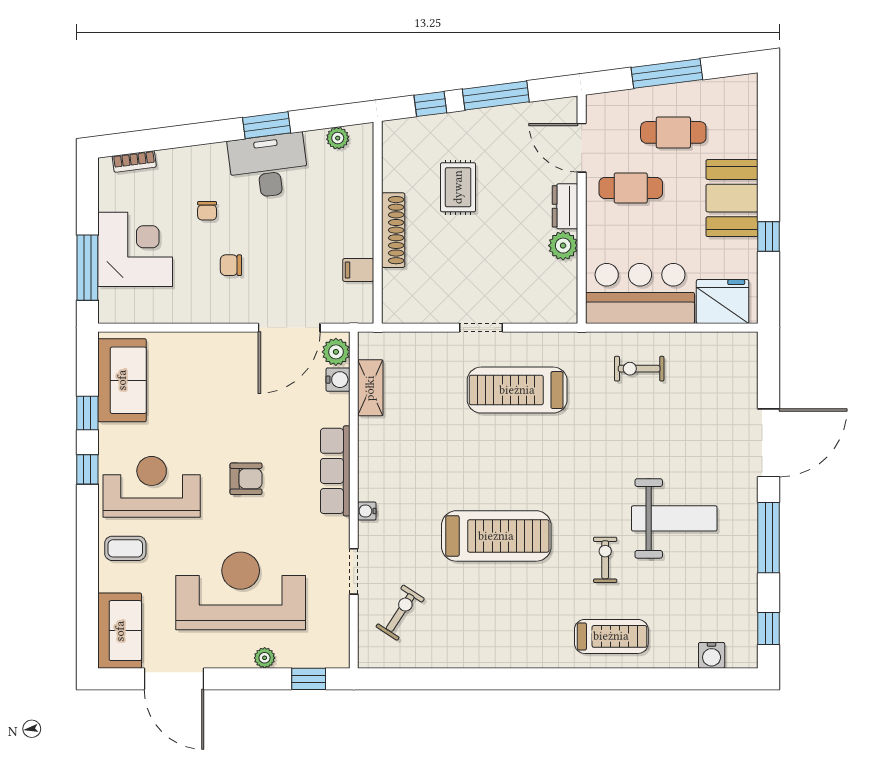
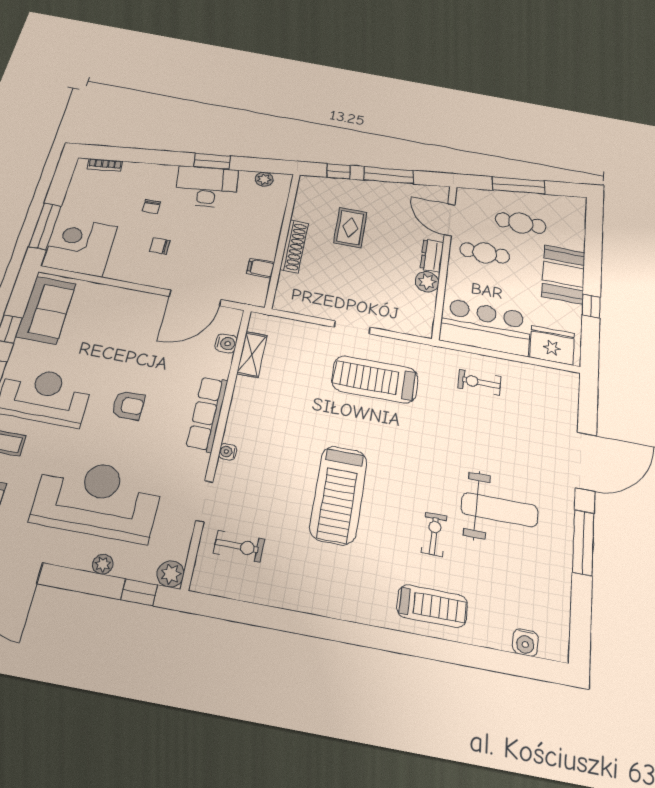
corner desk: (135, 249) -> (80, 246), moved, turned -90
plant: (336, 352) -> (171, 574), moved
treadmill: (496, 536) -> (339, 495), turned 90
exercise bike: (400, 613) -> (239, 546), turned 57
window: (769, 629) -> (580, 627), removed

